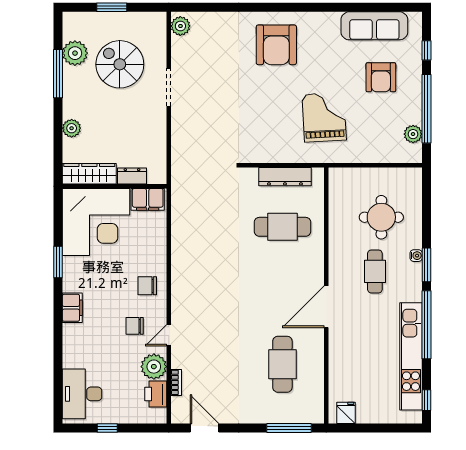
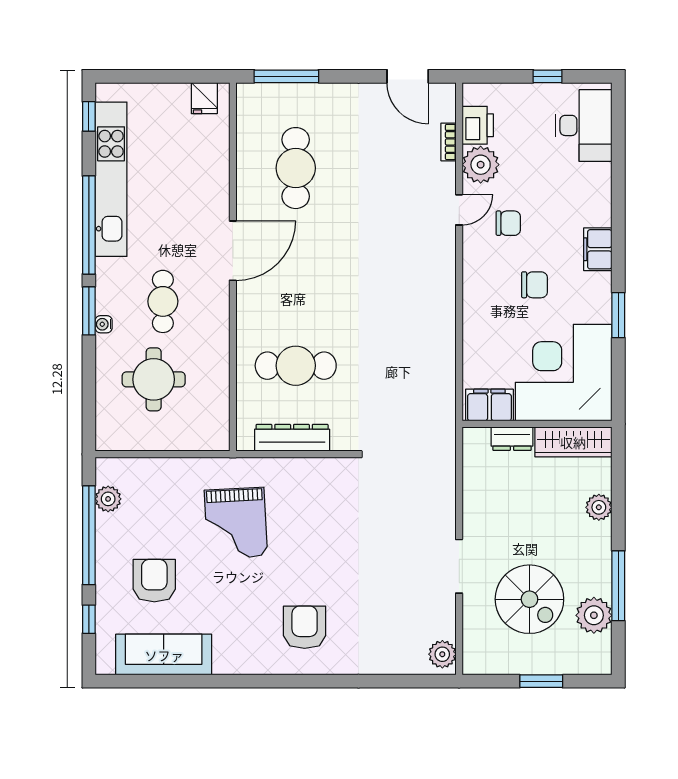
armchair: (276, 45) -> (305, 627), width x0.73, depth x0.73
chair: (147, 286) -> (535, 285), moved

